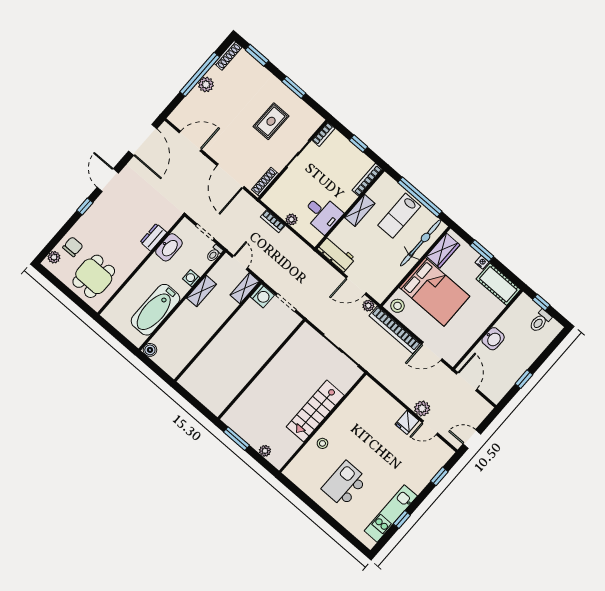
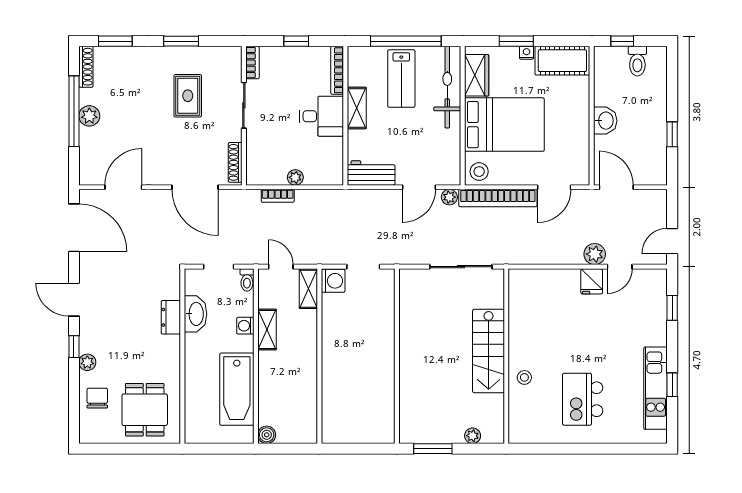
desk: (322, 214) -> (322, 116), moved
plant: (54, 257) -> (87, 362), moved

